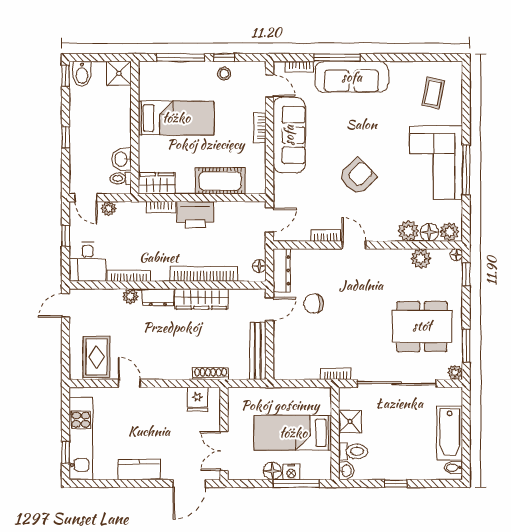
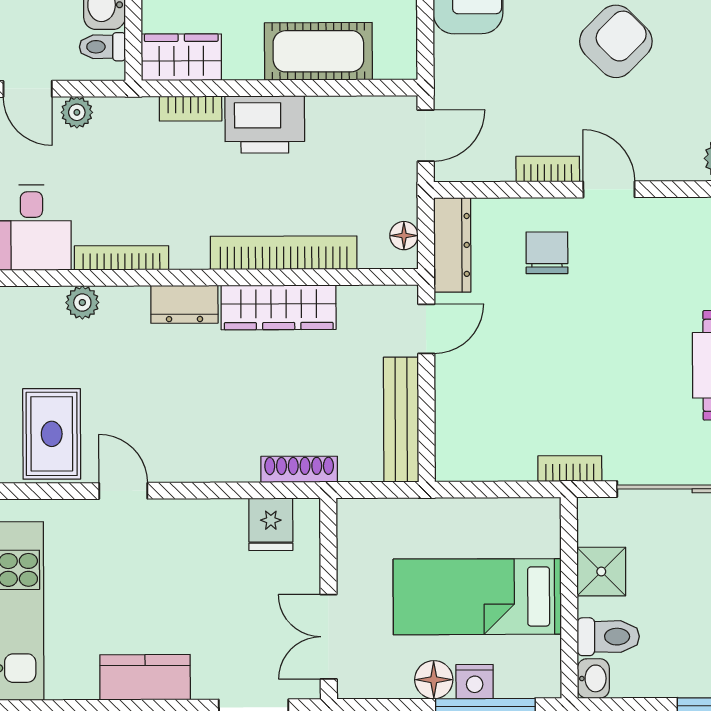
plant: (130, 296) -> (82, 303), moved
chair: (314, 303) -> (547, 253), moved, turned 90

